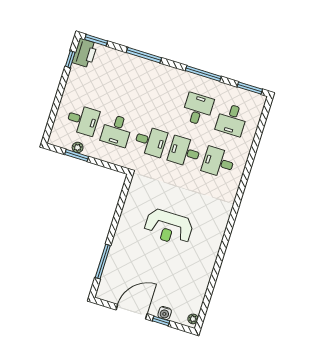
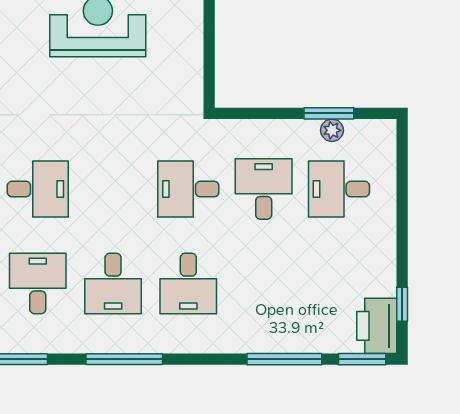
window: (144, 55) -> (284, 359), moved
desk: (184, 152) -> (188, 284), moved, turned 90

